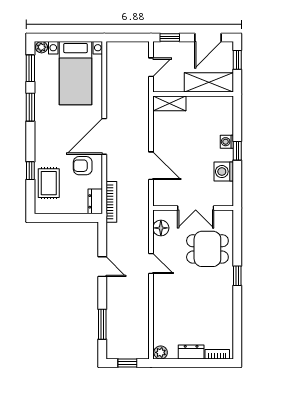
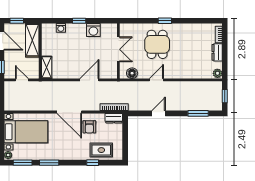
washing machine: (227, 142) -> (61, 28), moved
dining table: (207, 249) -> (157, 44), moved

